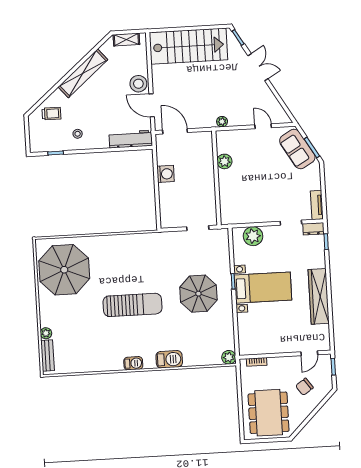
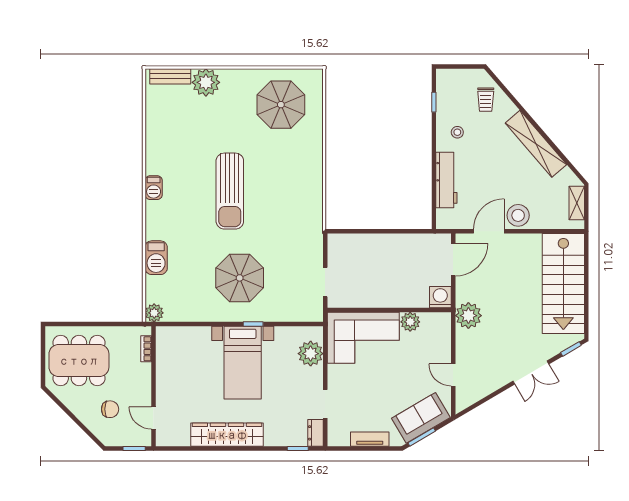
plant: (222, 122) -> (468, 316), width x1.87, depth x1.87
door: (263, 126) -> (453, 375), swing flipped
workbench: (131, 139) -> (446, 180), moved
washing machine: (166, 174) -> (440, 297), moved, turned 180
corner sofa: (239, 197) -> (363, 338), added
tv unit: (317, 205) -> (370, 439), moved
parasol: (64, 270) -> (281, 105), width x0.73, depth x0.73
plant: (46, 333) -> (206, 82), width x1.88, depth x1.88
barbecue: (169, 359) -> (156, 258), moved
chair: (304, 387) -> (110, 409), turned 125

